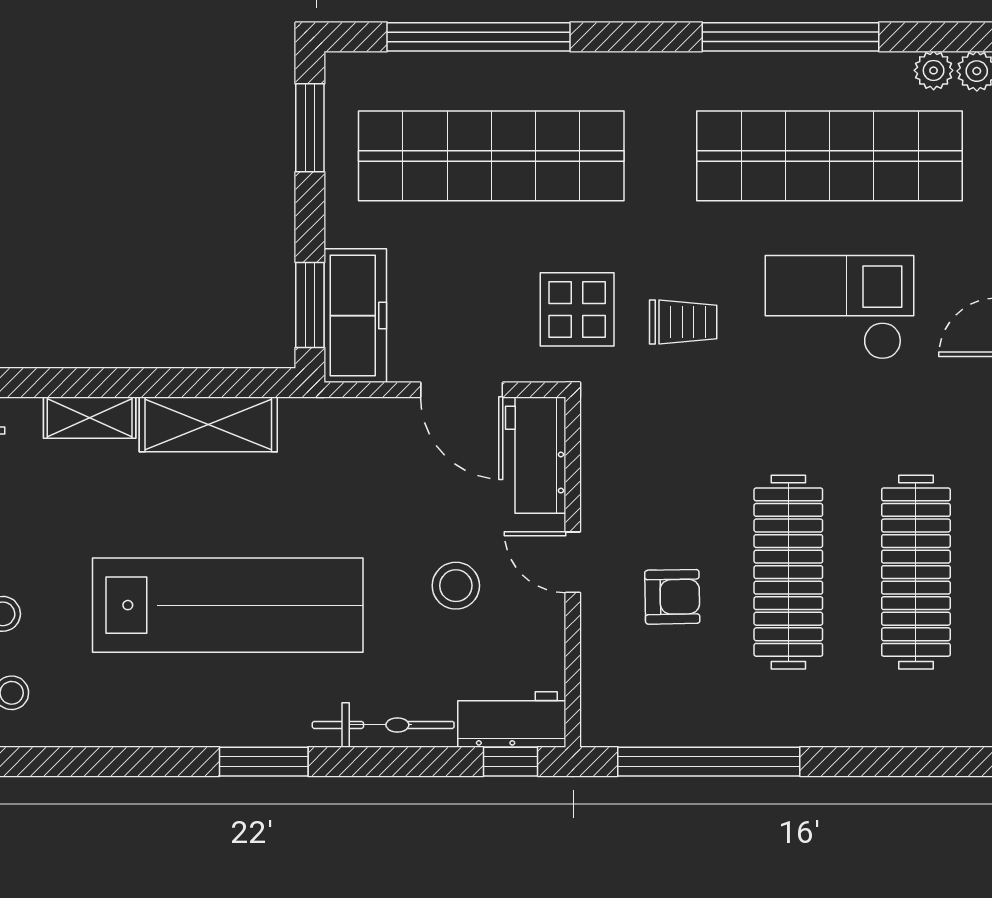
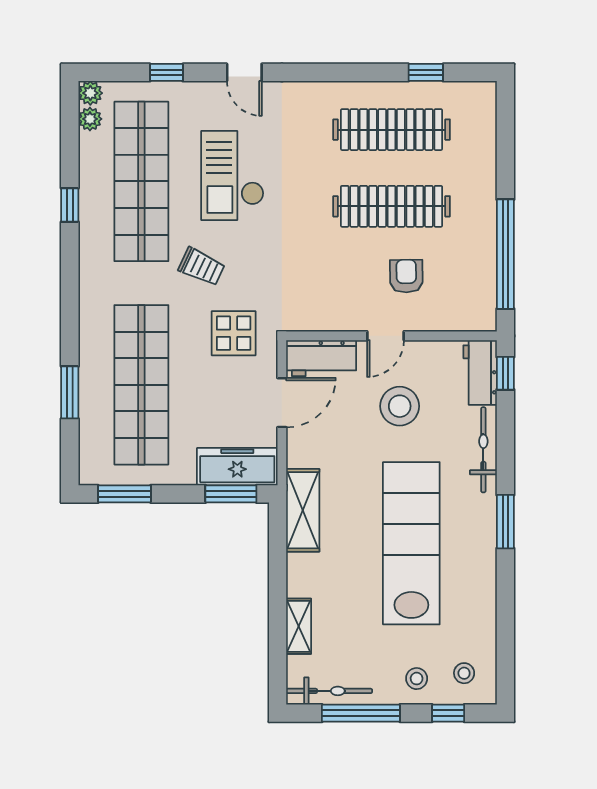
window: (479, 37) -> (70, 392), width x0.47
window: (790, 37) -> (70, 205), width x0.32
trolley: (683, 322) -> (202, 267), moved, turned 115
shelving: (208, 424) -> (303, 510), moved
stool: (456, 586) -> (400, 406), width x1.38, depth x1.38

